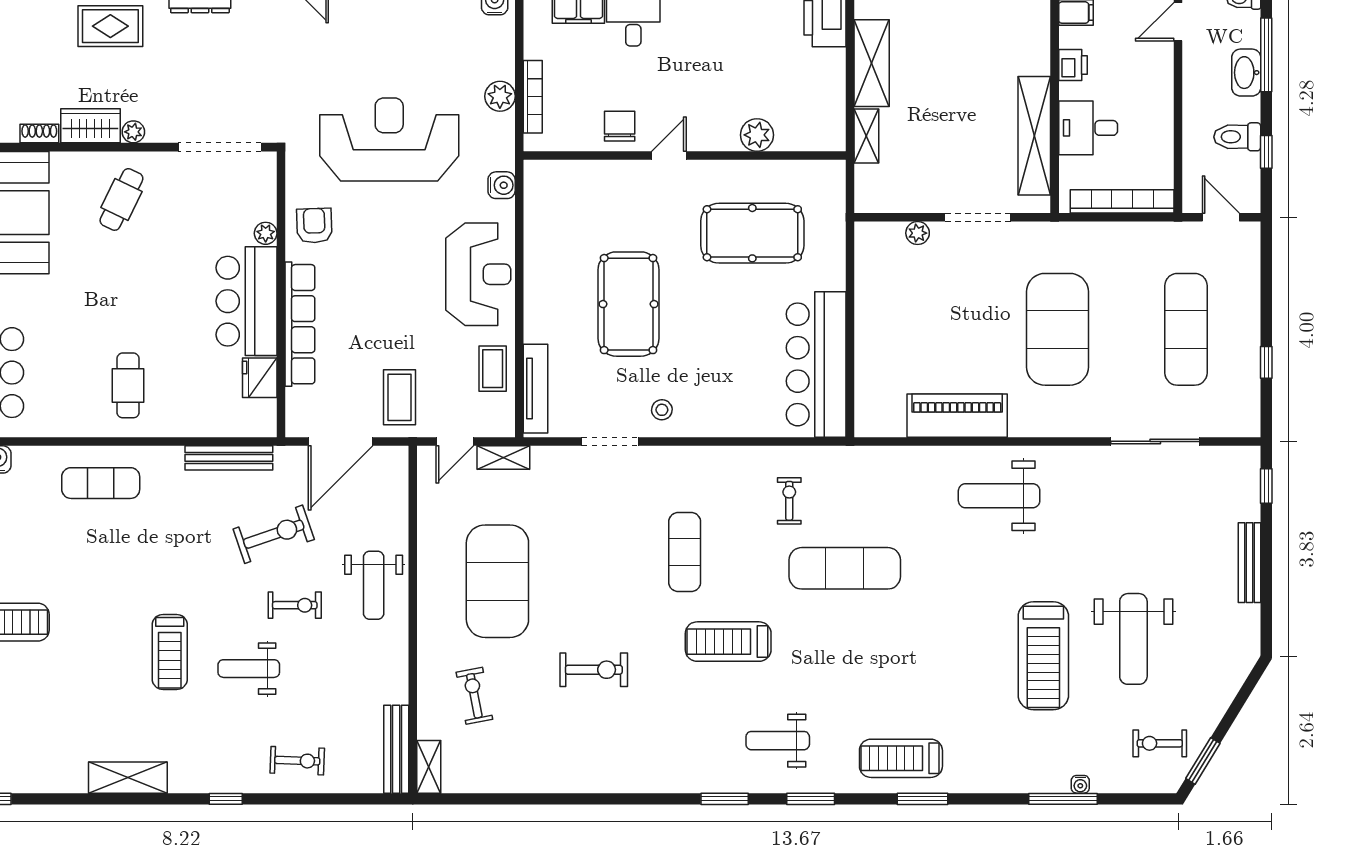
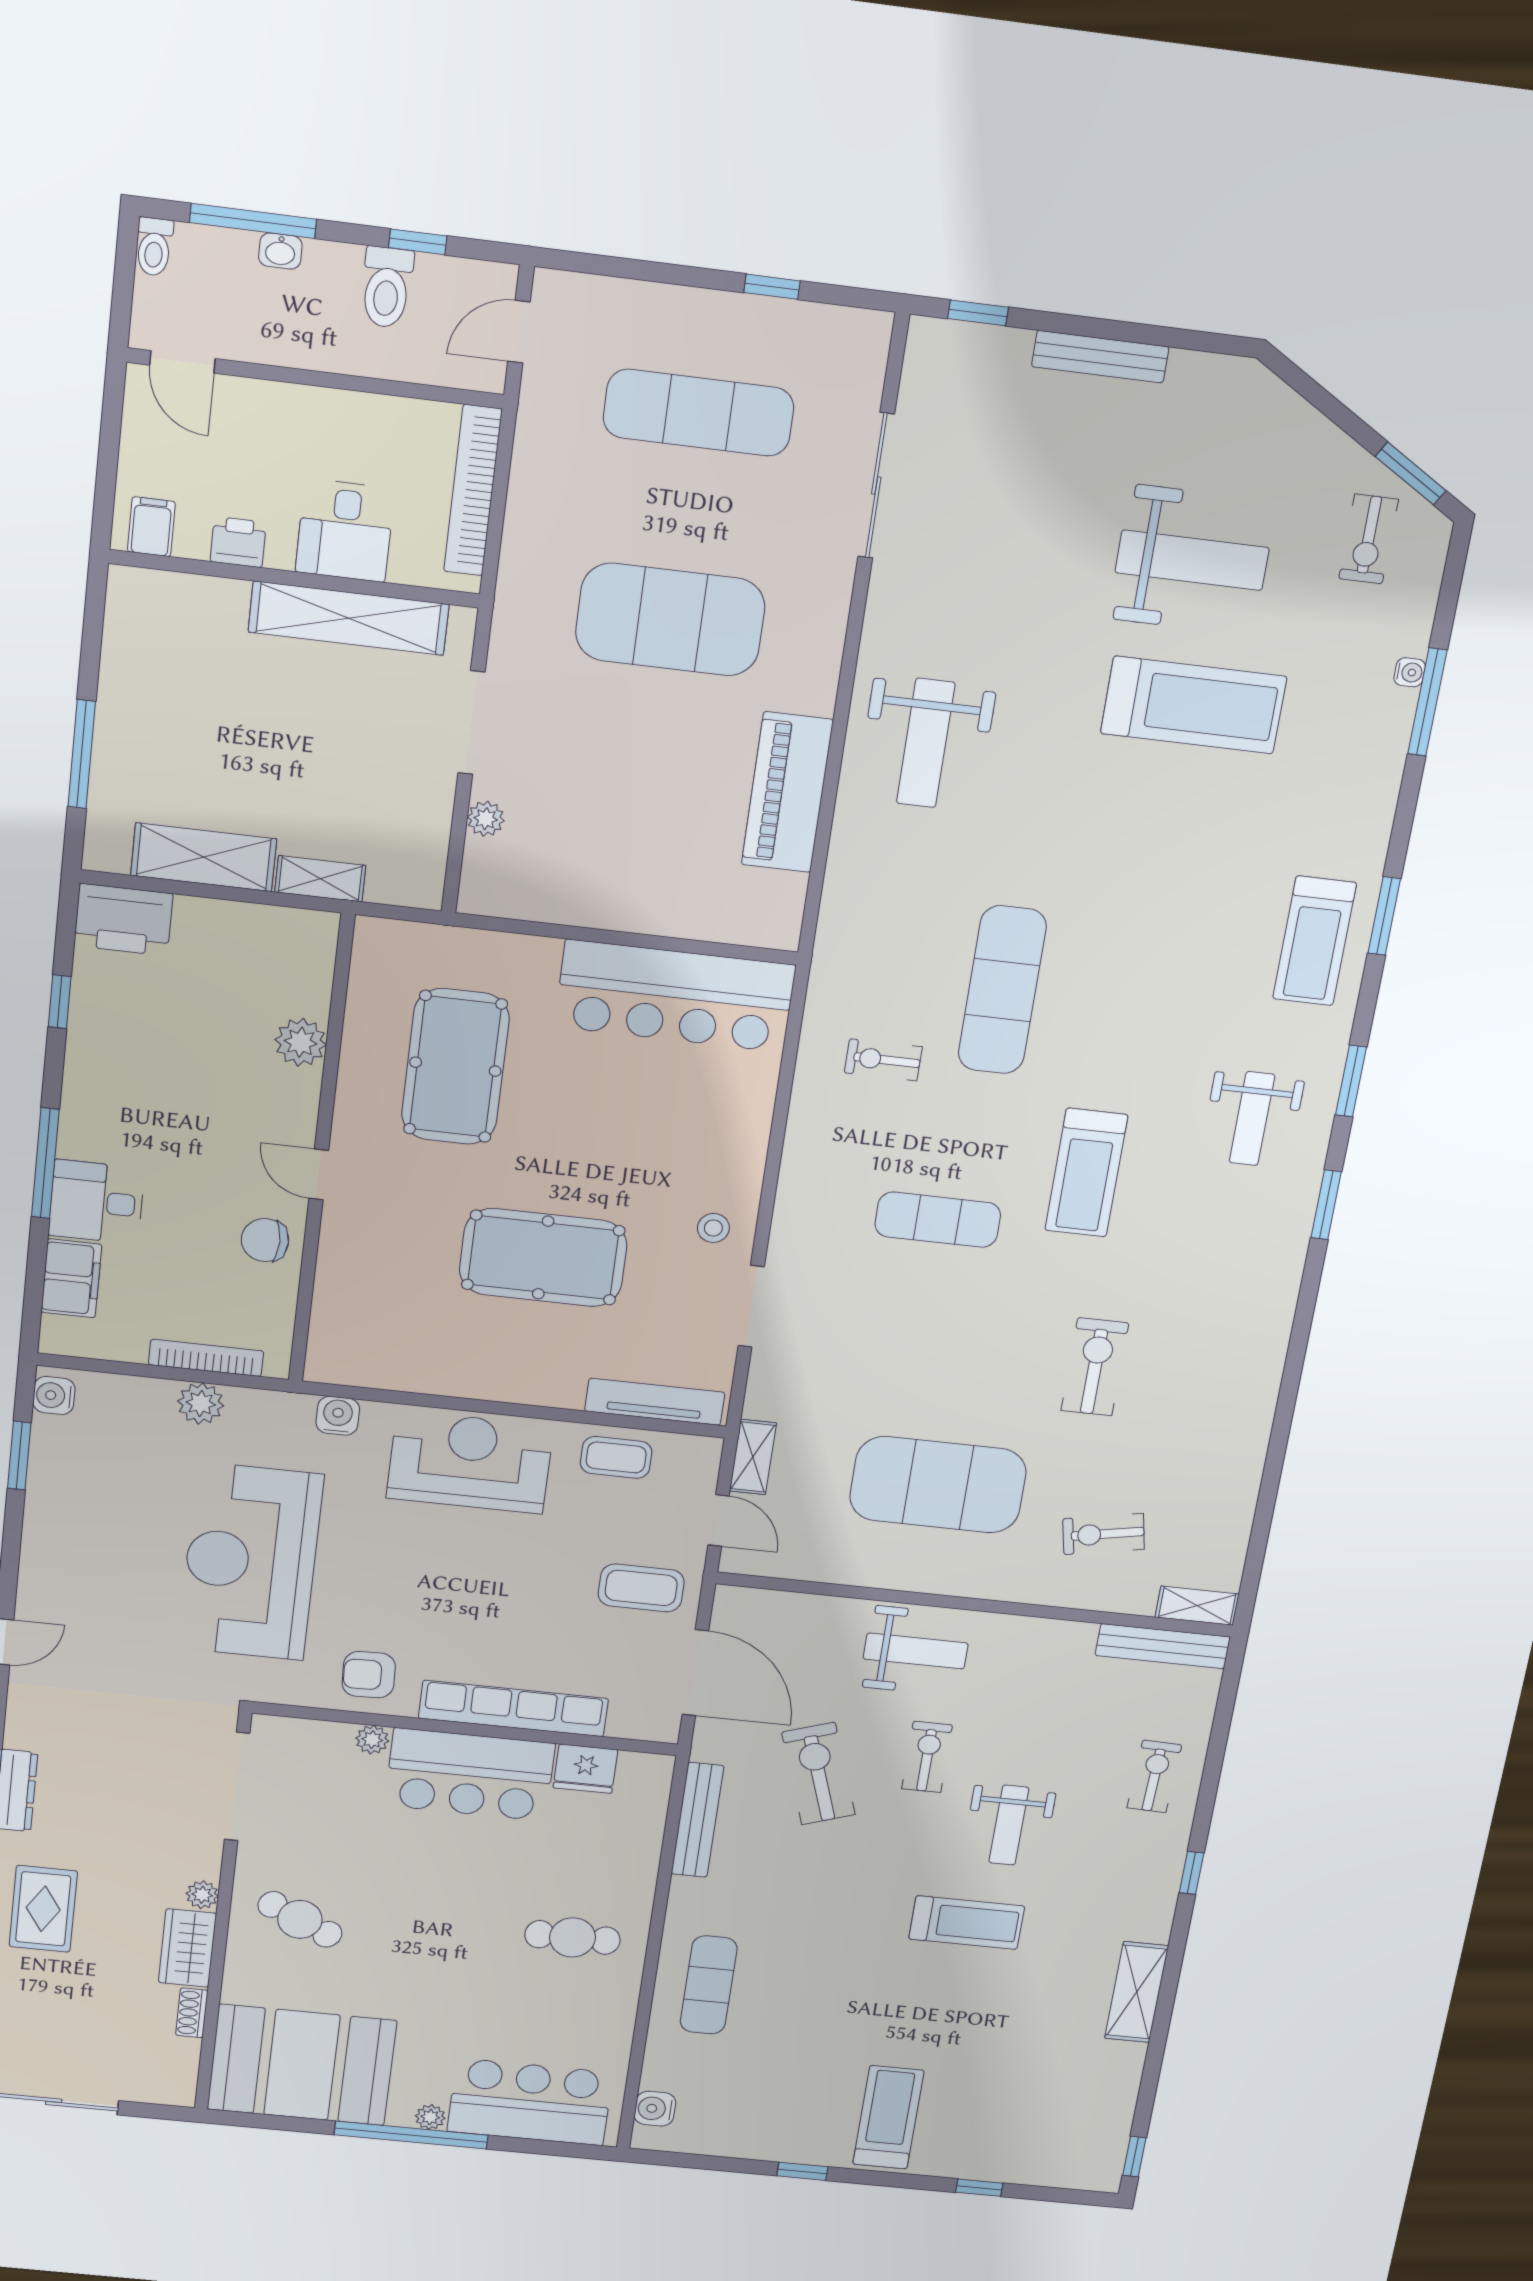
washbasin: (1246, 73) -> (280, 251), width x0.52, depth x0.69

